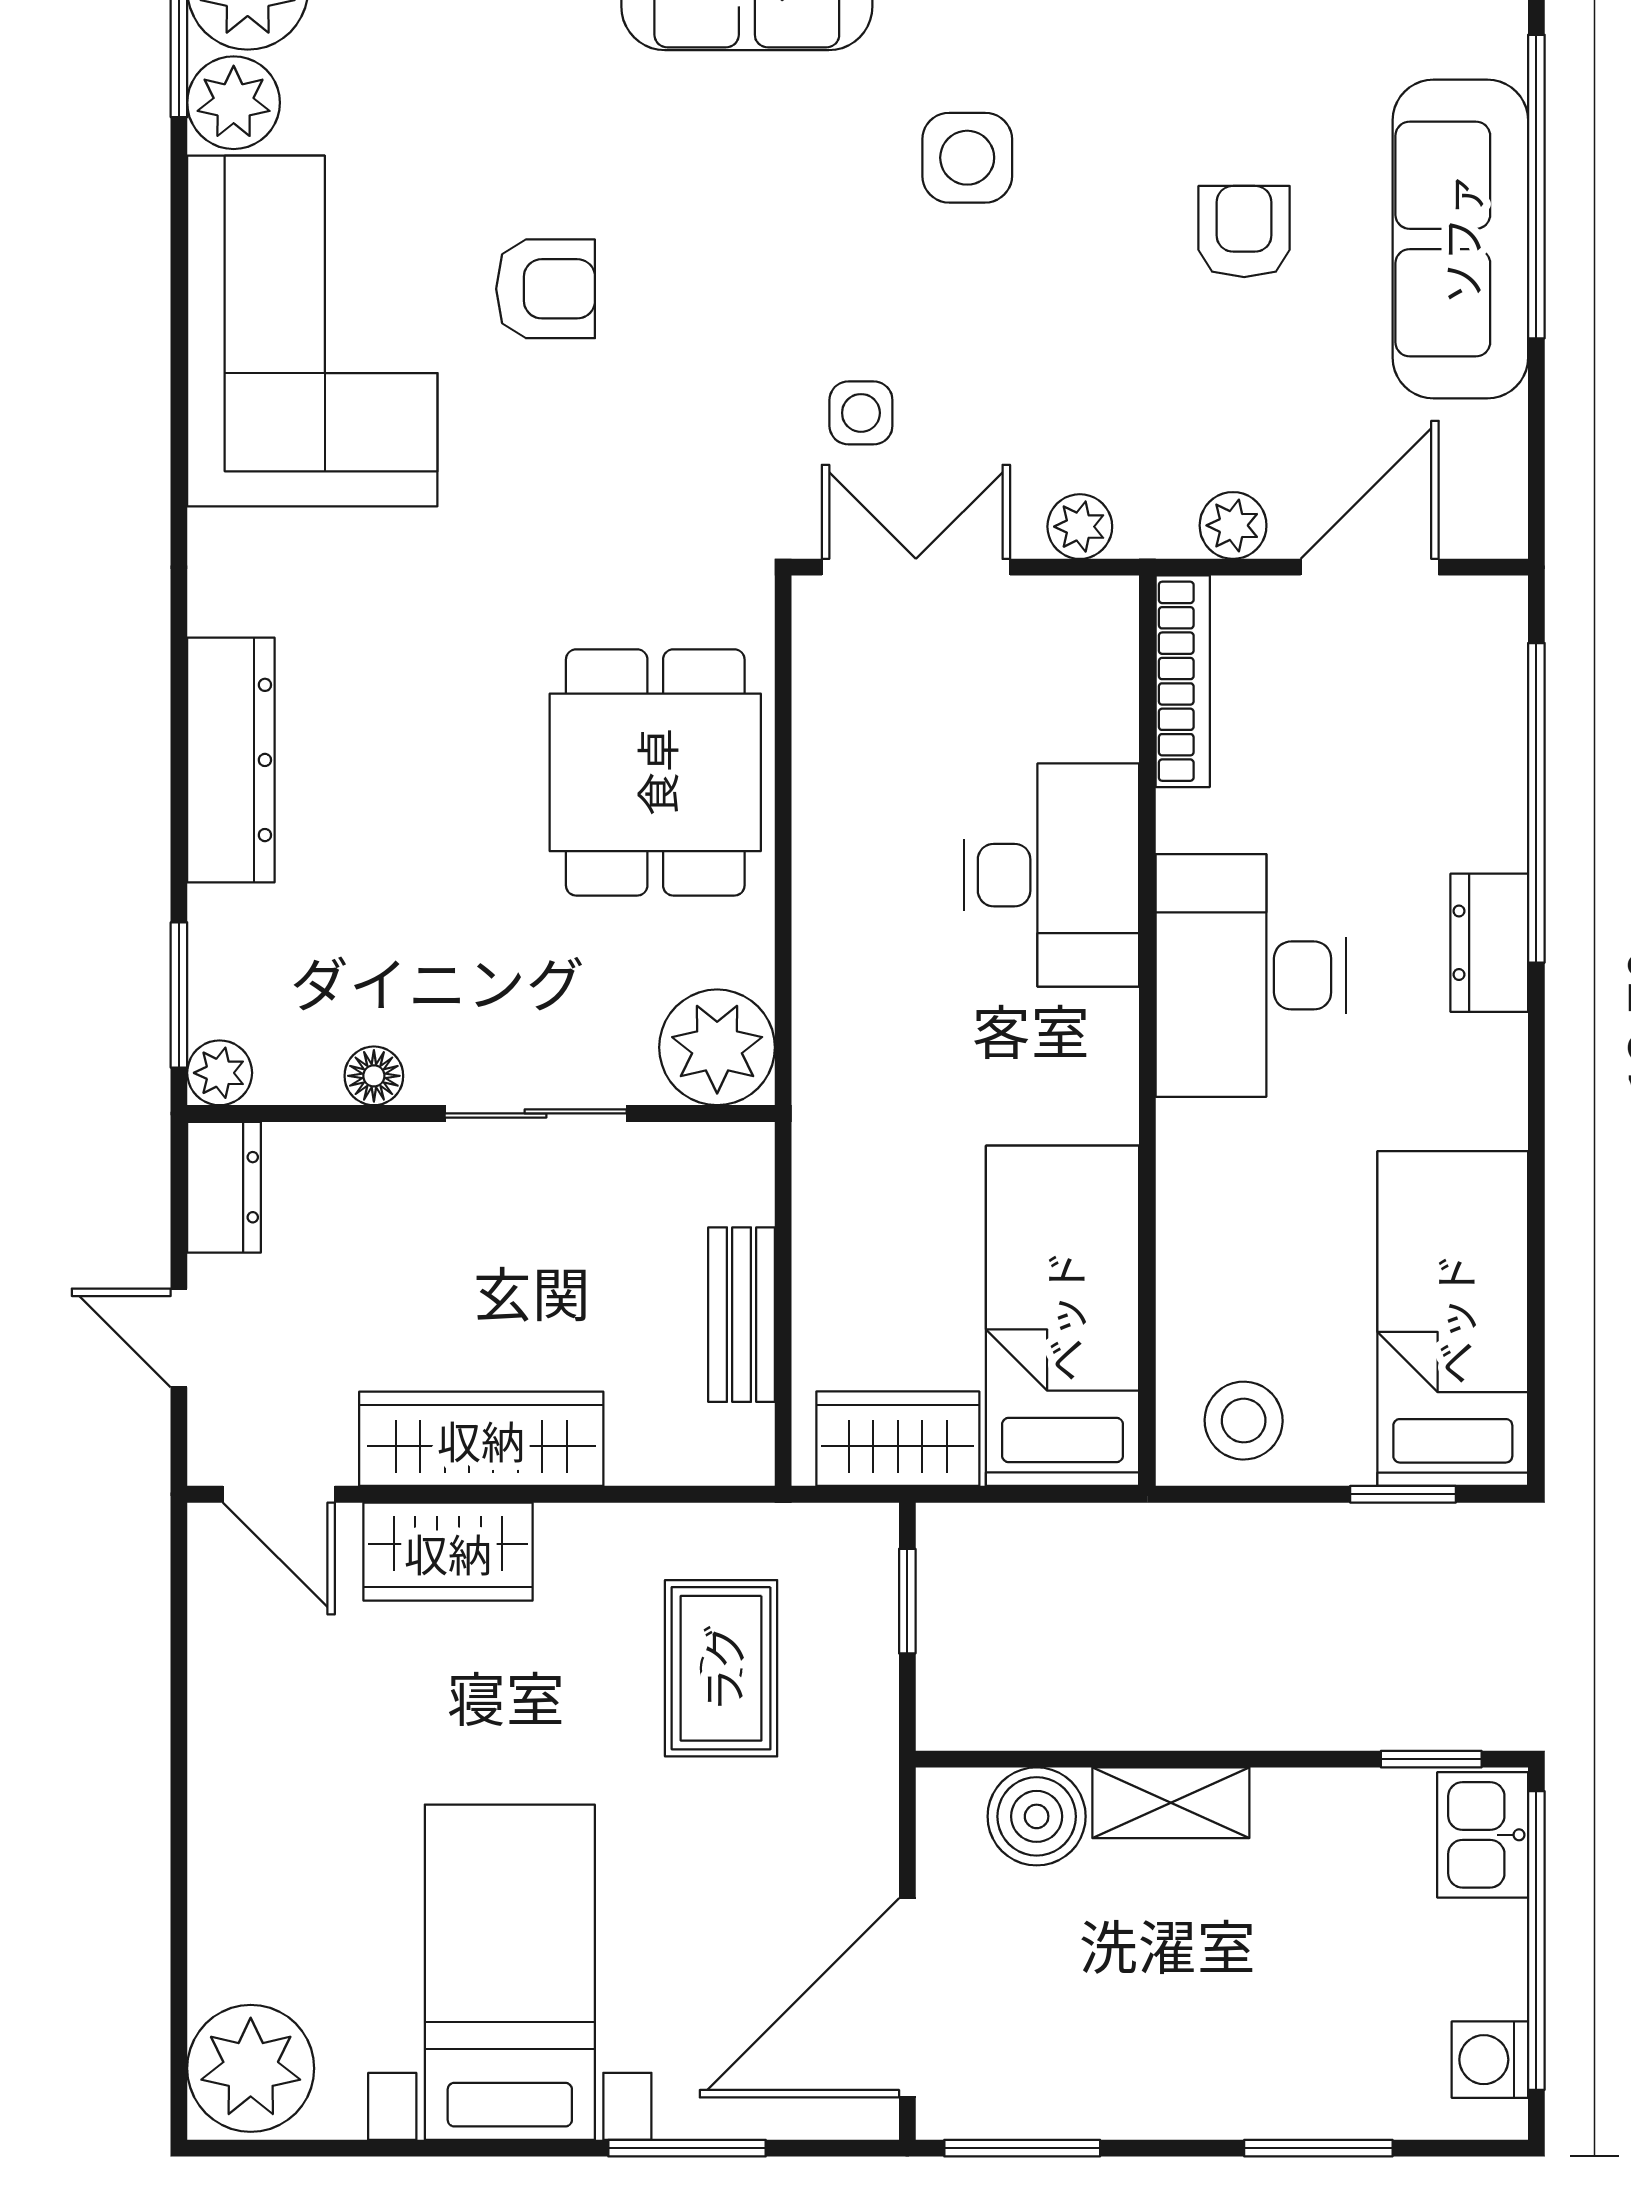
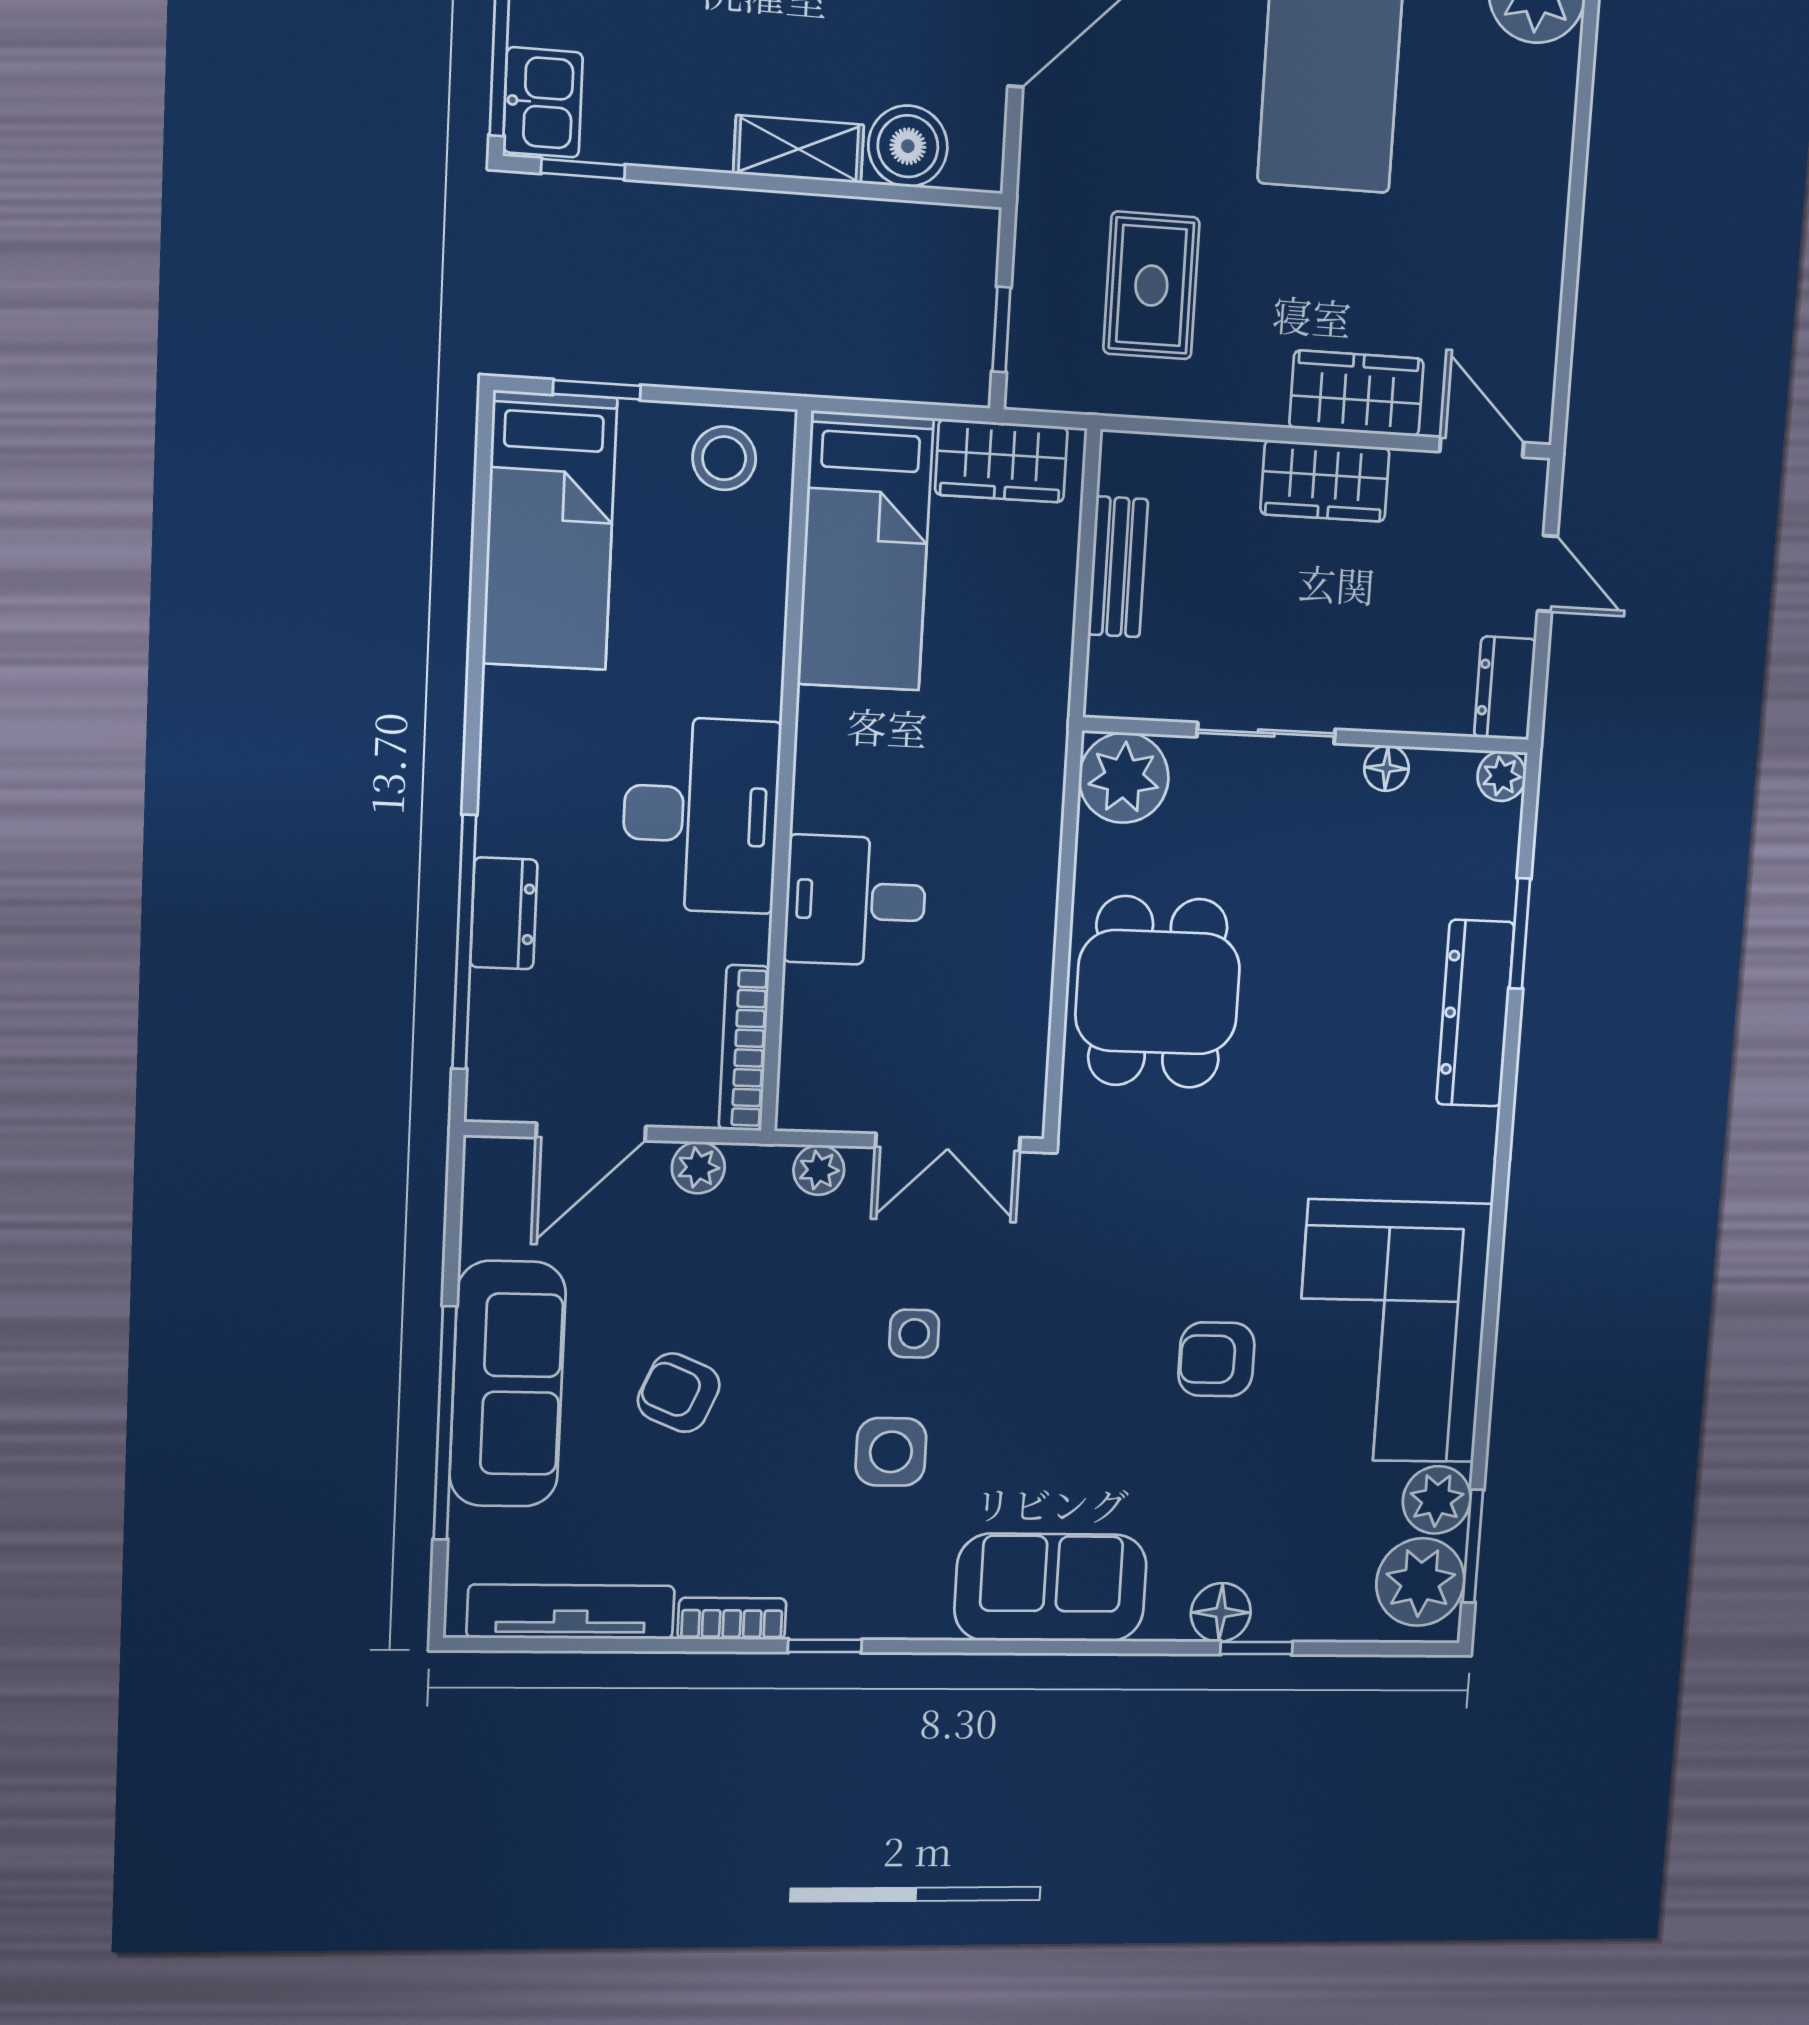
armchair: (1244, 232) -> (679, 1393), turned 113
side table: (861, 413) -> (914, 1334), moved
desk: (1051, 875) -> (855, 901), width x0.73
dresser: (1489, 943) -> (504, 913), moved
window: (179, 995) -> (1520, 933), moved
wardrobe: (481, 1439) -> (1325, 481), width x0.67

